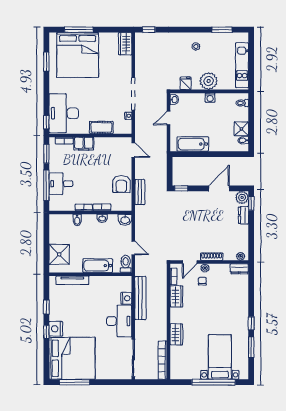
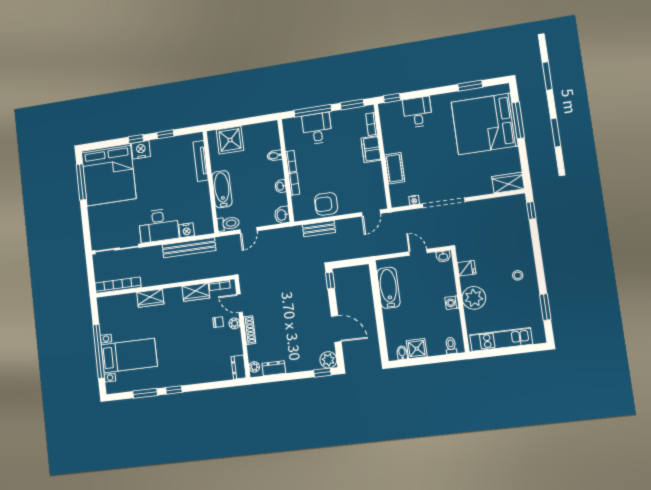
desk: (64, 113) -> (418, 112), width x0.53, depth x0.77
dresser: (243, 215) -> (274, 368), moved

